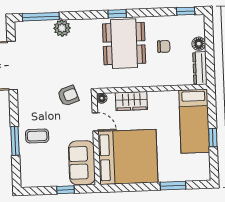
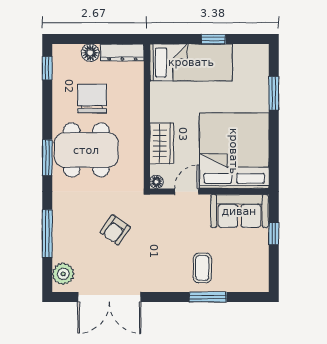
window: (117, 14) -> (47, 158), width x1.50
window: (41, 17) -> (47, 234), moved
plant: (62, 28) -> (63, 274), moved
chair: (164, 46) -> (92, 99), width x1.87, depth x1.87
armchair: (68, 96) -> (115, 230), moved, turned -126

